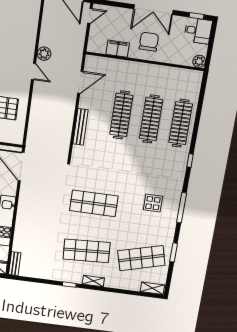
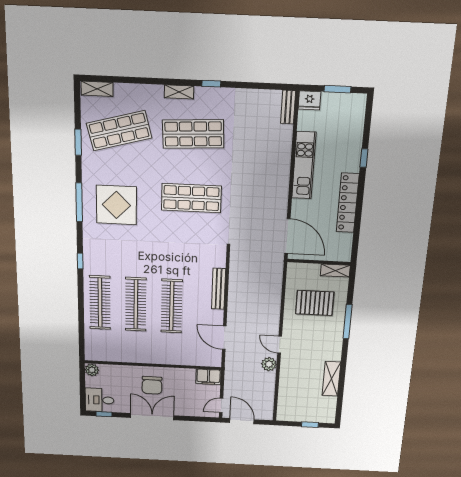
filing cabinet: (118, 49) -> (208, 377), moved
door: (80, 82) -> (224, 338), hinge flipped
display table: (153, 203) -> (116, 205), width x1.86, depth x1.86

